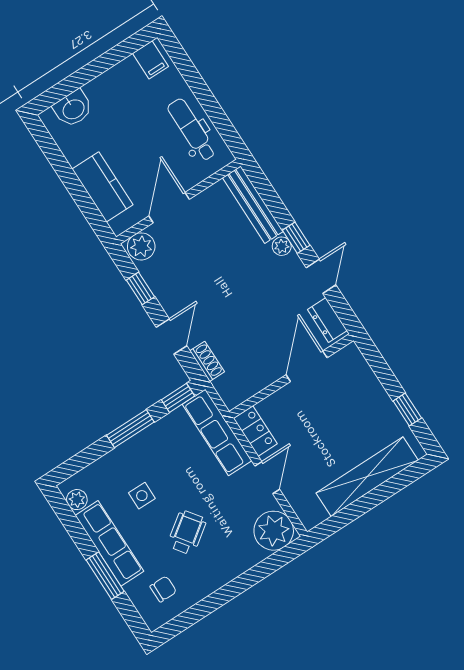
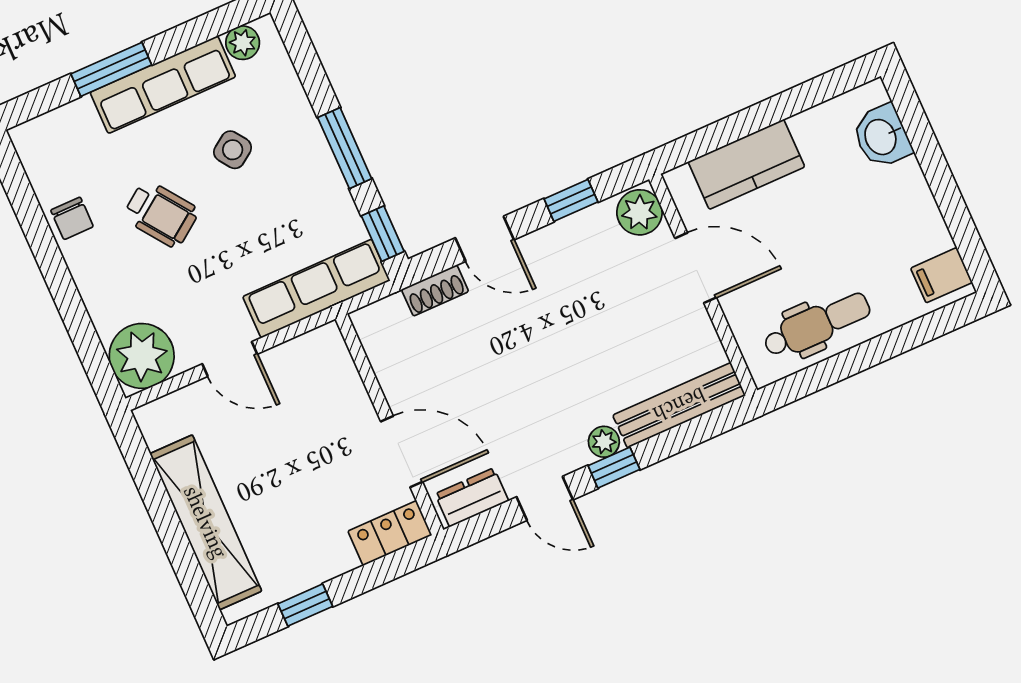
locker: (255, 431) -> (390, 533), moved, turned 180
side table: (142, 496) -> (233, 150), turned -35
chair: (163, 589) -> (72, 218), moved

